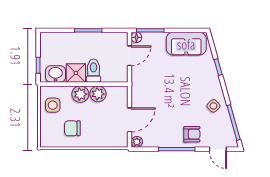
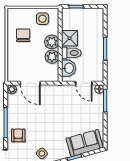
sofa: (186, 44) -> (85, 143), moved, turned 74
washbasin: (56, 74) -> (69, 68), moved
armchair: (192, 134) -> (18, 135), turned 180

